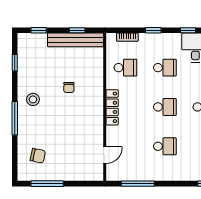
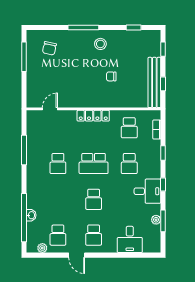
school desk: (165, 107) -> (94, 164), width x1.85
door: (105, 155) -> (50, 109), swing flipped
window: (138, 184) -> (24, 150), moved

